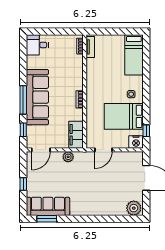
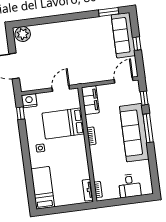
desk: (37, 45) -> (130, 186), moved, turned 90
bed: (124, 116) -> (63, 124), moved, turned 180
plant: (68, 157) -> (95, 77), removed
sofa: (48, 206) -> (123, 35), moved, turned 90

